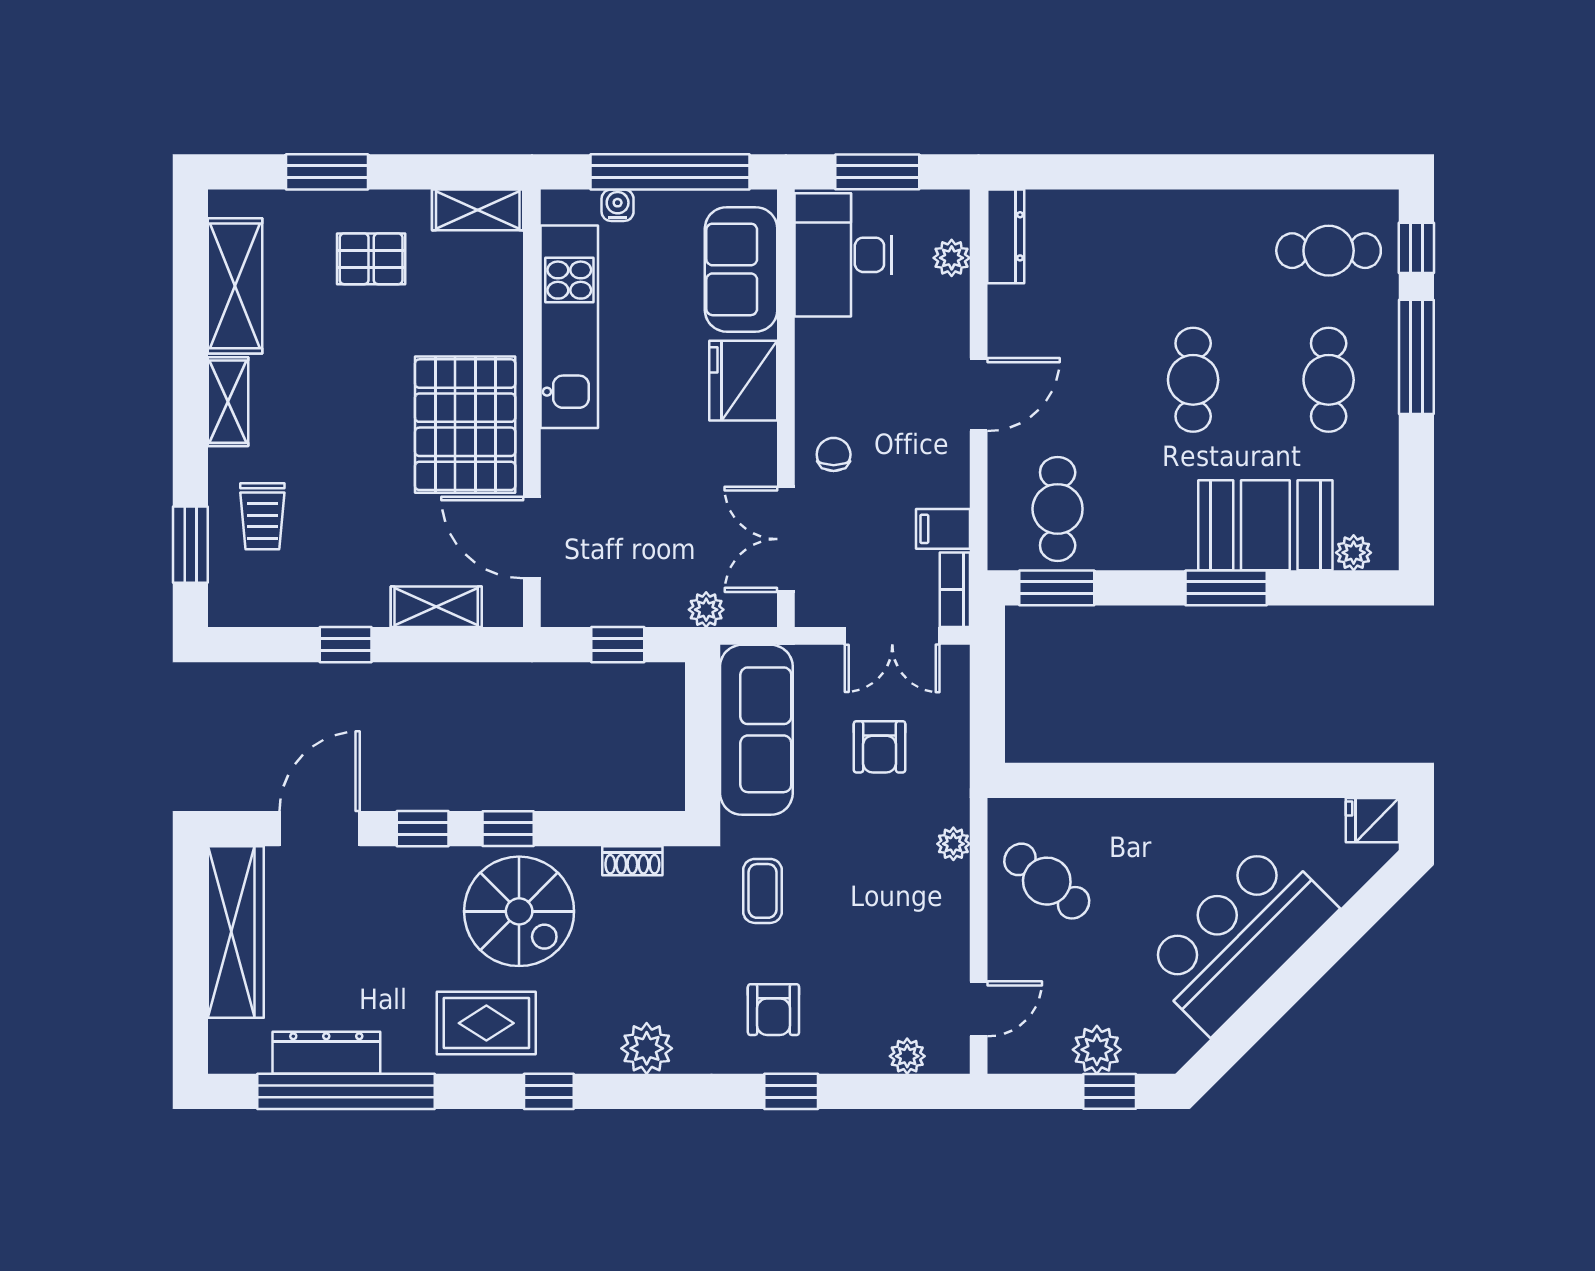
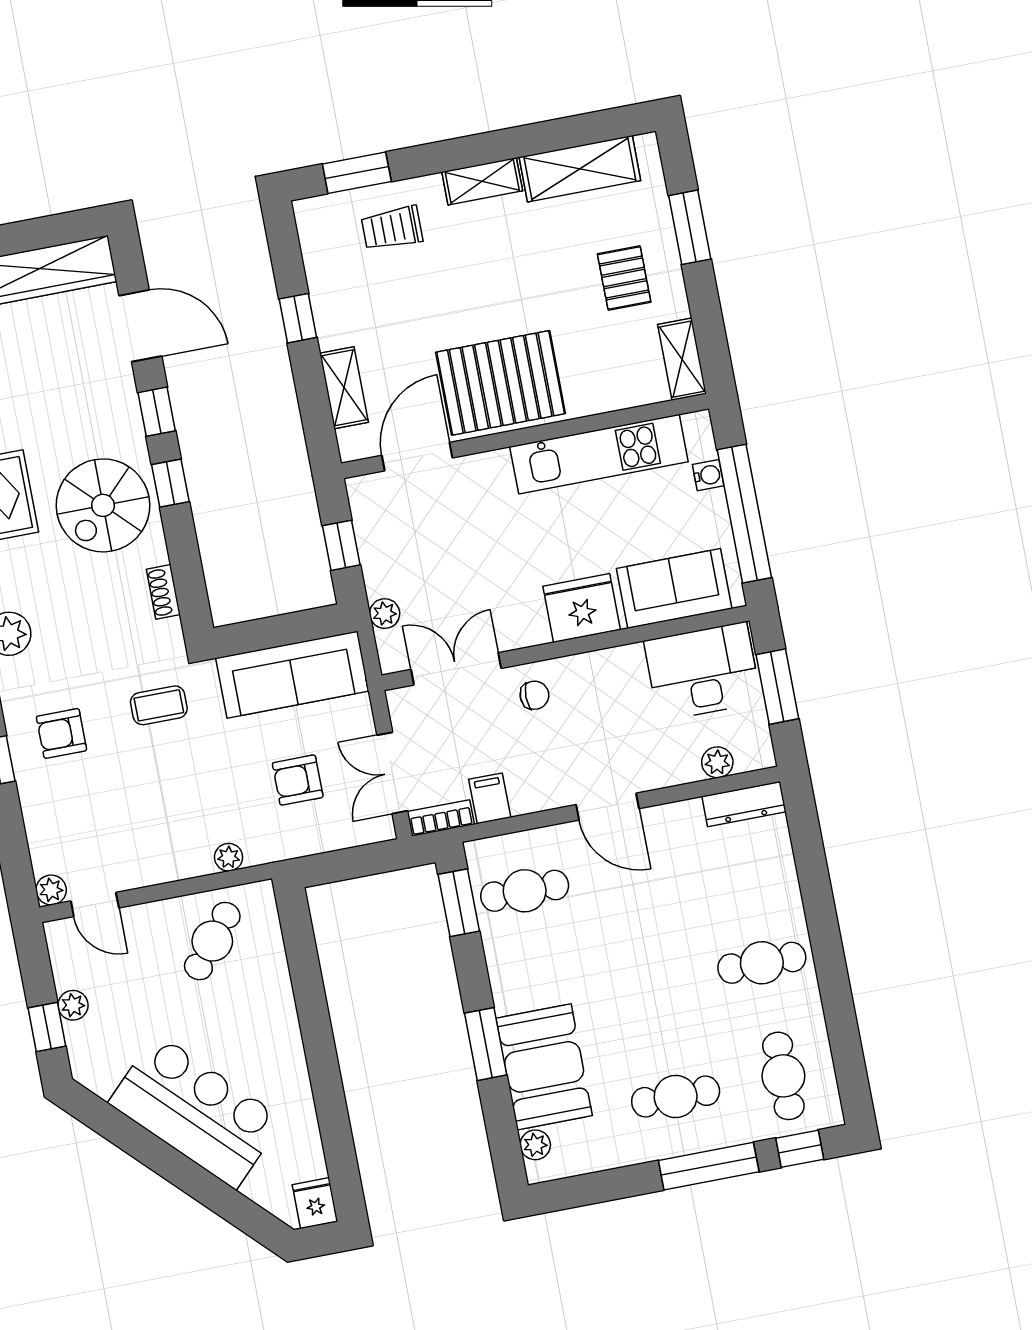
cafe table: (1193, 380) -> (762, 963), moved
plant: (1097, 1050) -> (73, 1005), width x0.73, depth x0.73
plant: (907, 1056) -> (51, 890), moved

